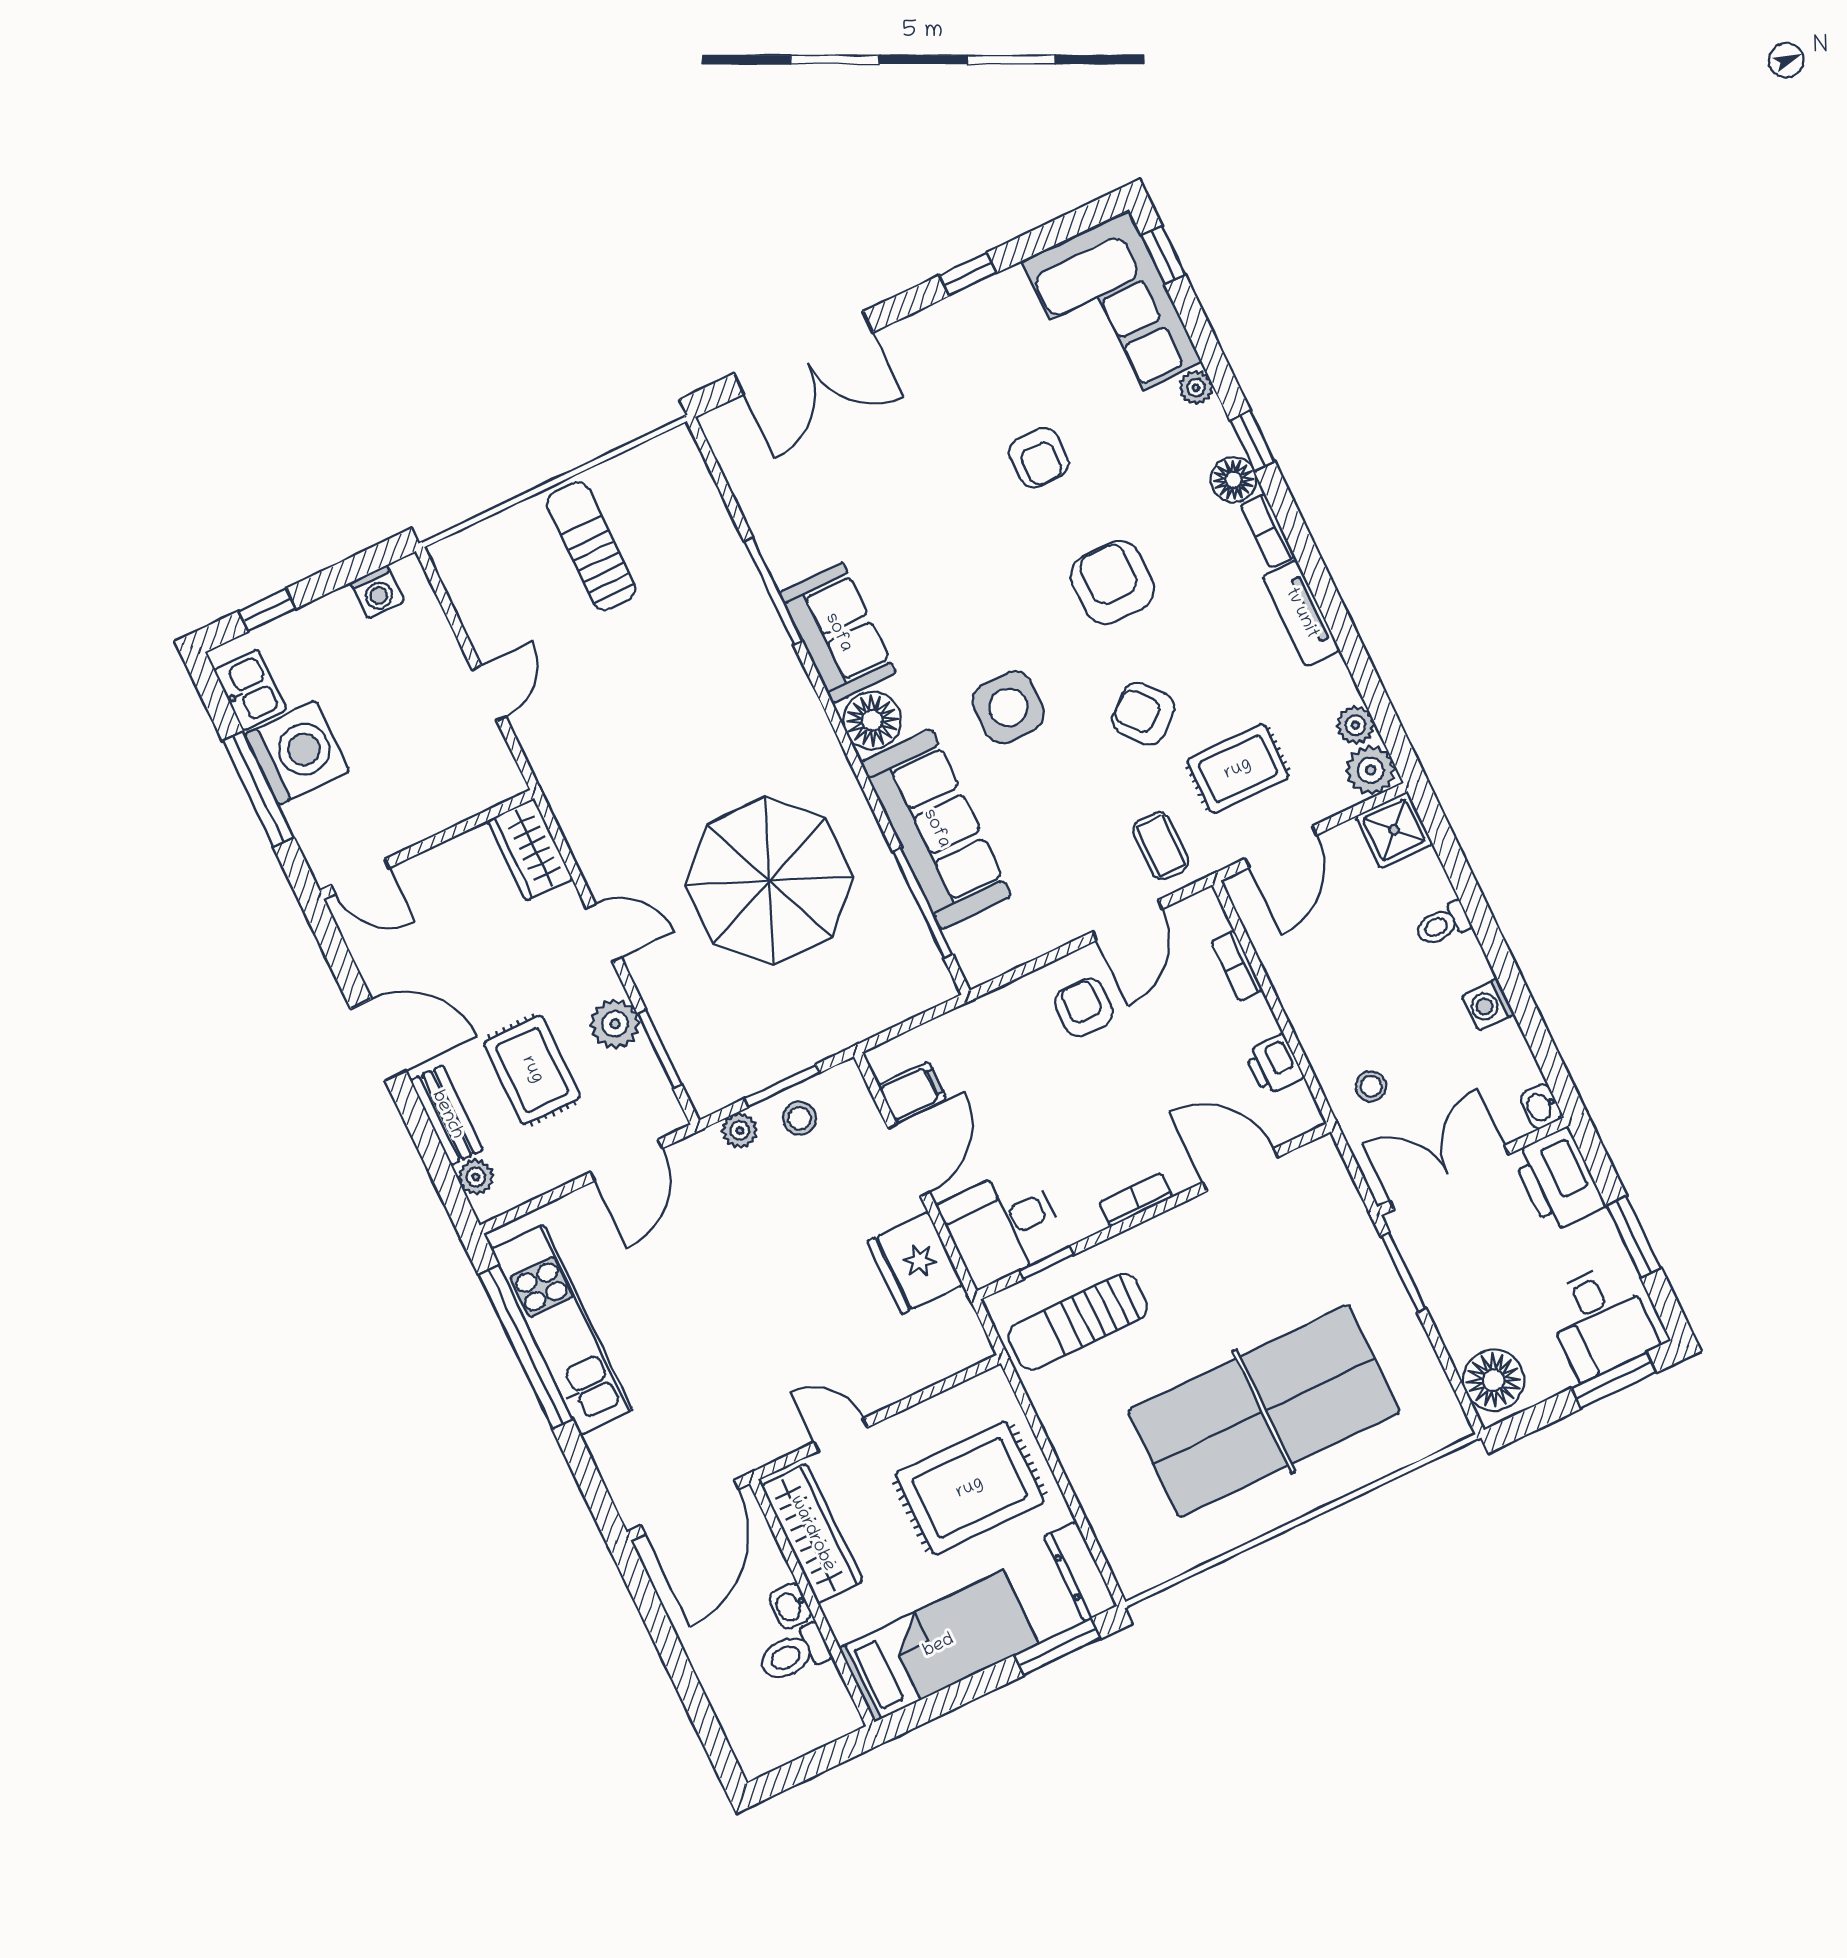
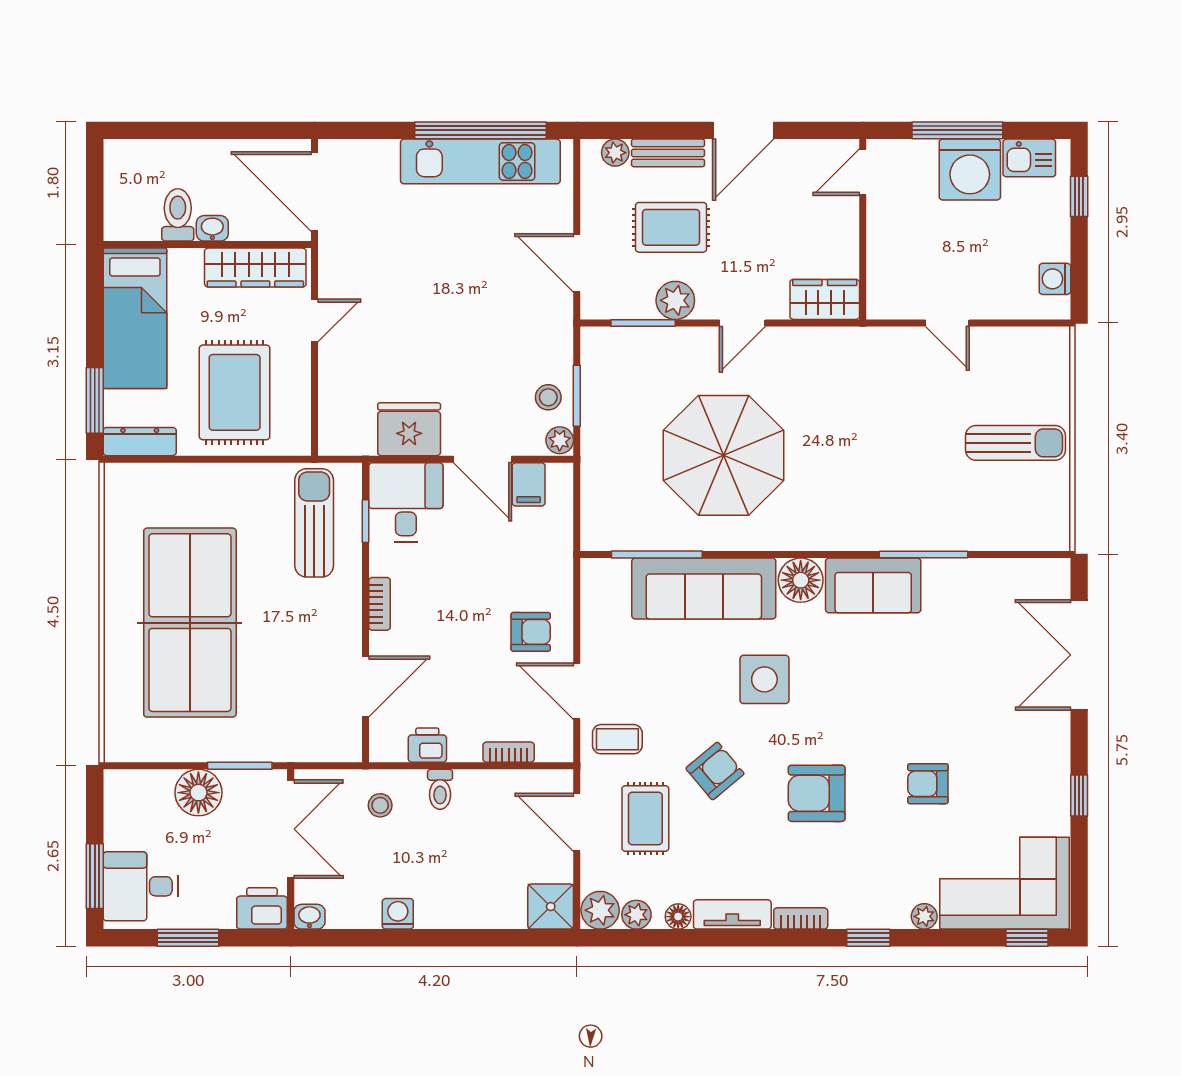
floor lamp: (1234, 480) -> (678, 917), moved, width x0.73, depth x0.73
armchair: (1112, 582) -> (817, 793), turned 180
toilet: (1443, 924) -> (440, 789), moved, turned 180
plant: (740, 1130) -> (560, 440), moved
printer: (1558, 1180) -> (262, 908), width x0.73, depth x0.84
floor lamp: (1494, 1380) -> (198, 793), moved

